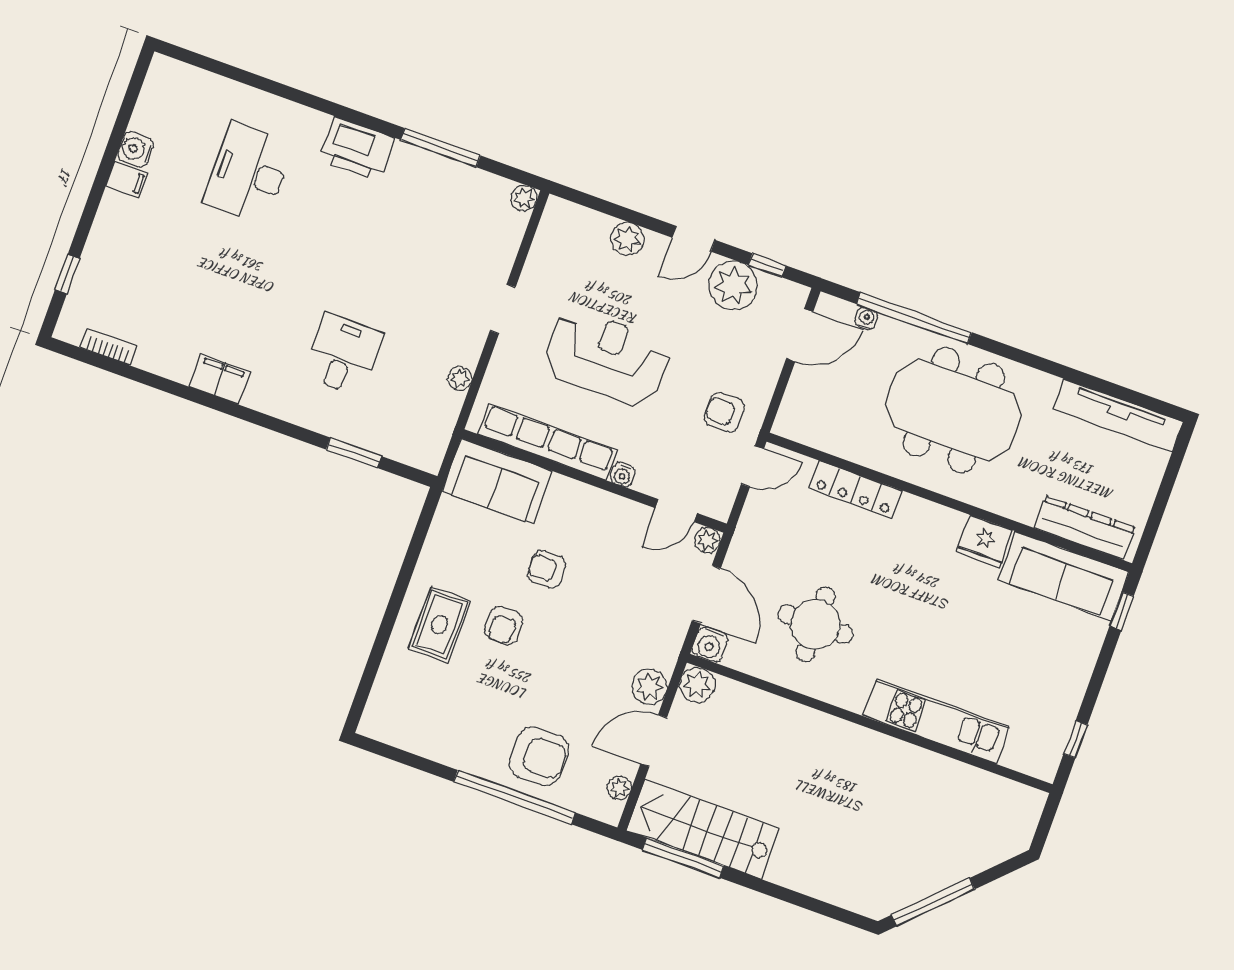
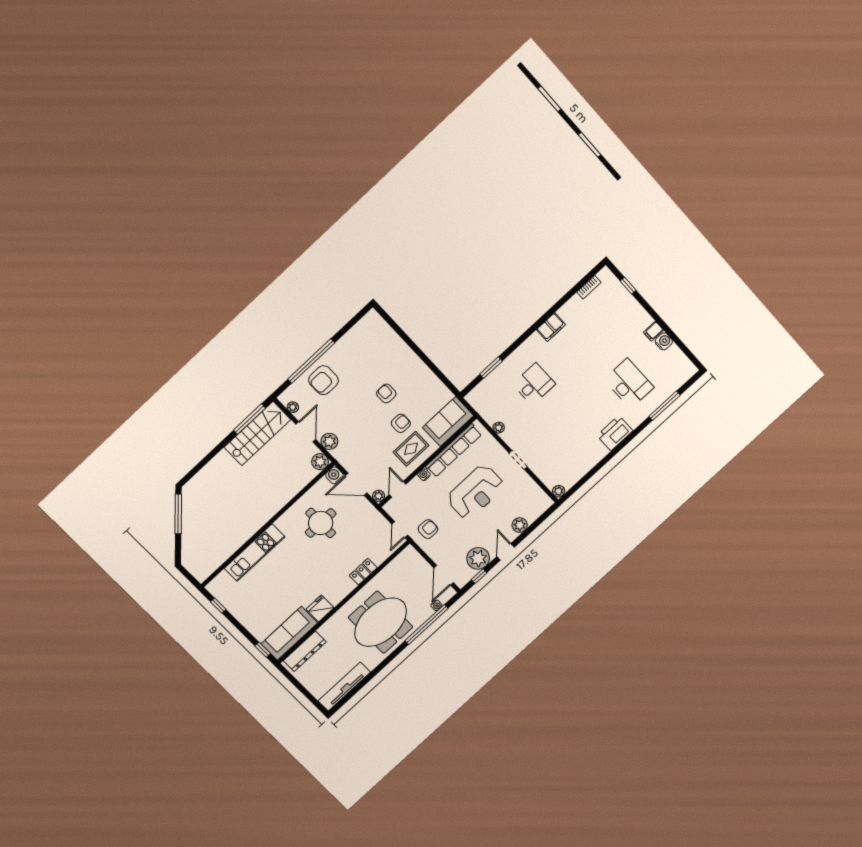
window: (440, 148) -> (665, 406), moved
desk: (343, 354) -> (534, 384), turned -90
locker: (855, 489) -> (363, 572), width x0.66
rug: (439, 625) -> (411, 449), moved, turned 90

